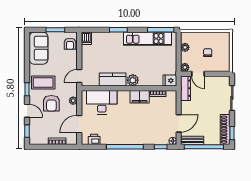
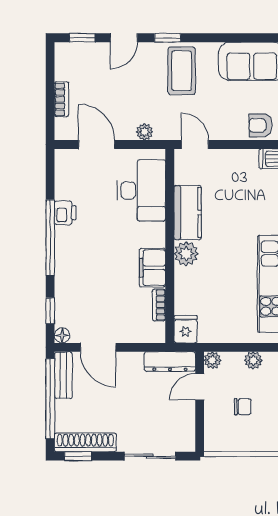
armchair: (51, 103) -> (139, 88), removed
printer: (94, 139) -> (65, 213), moved

